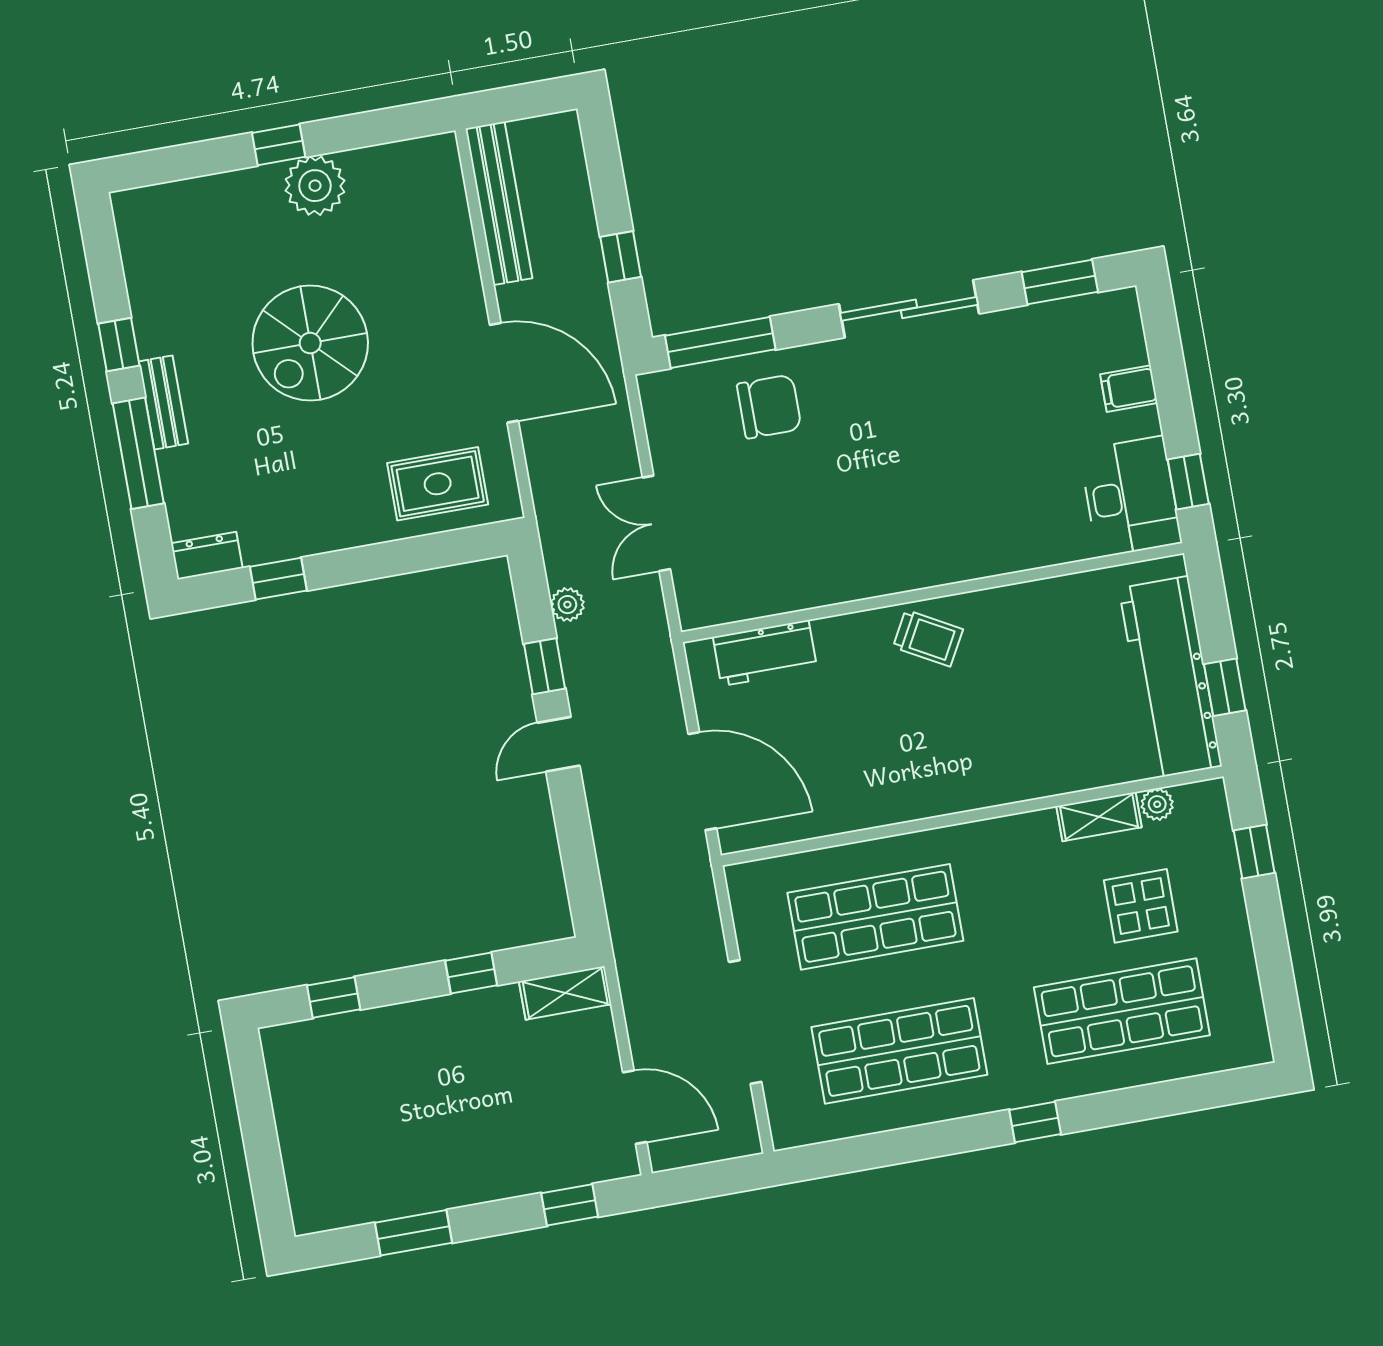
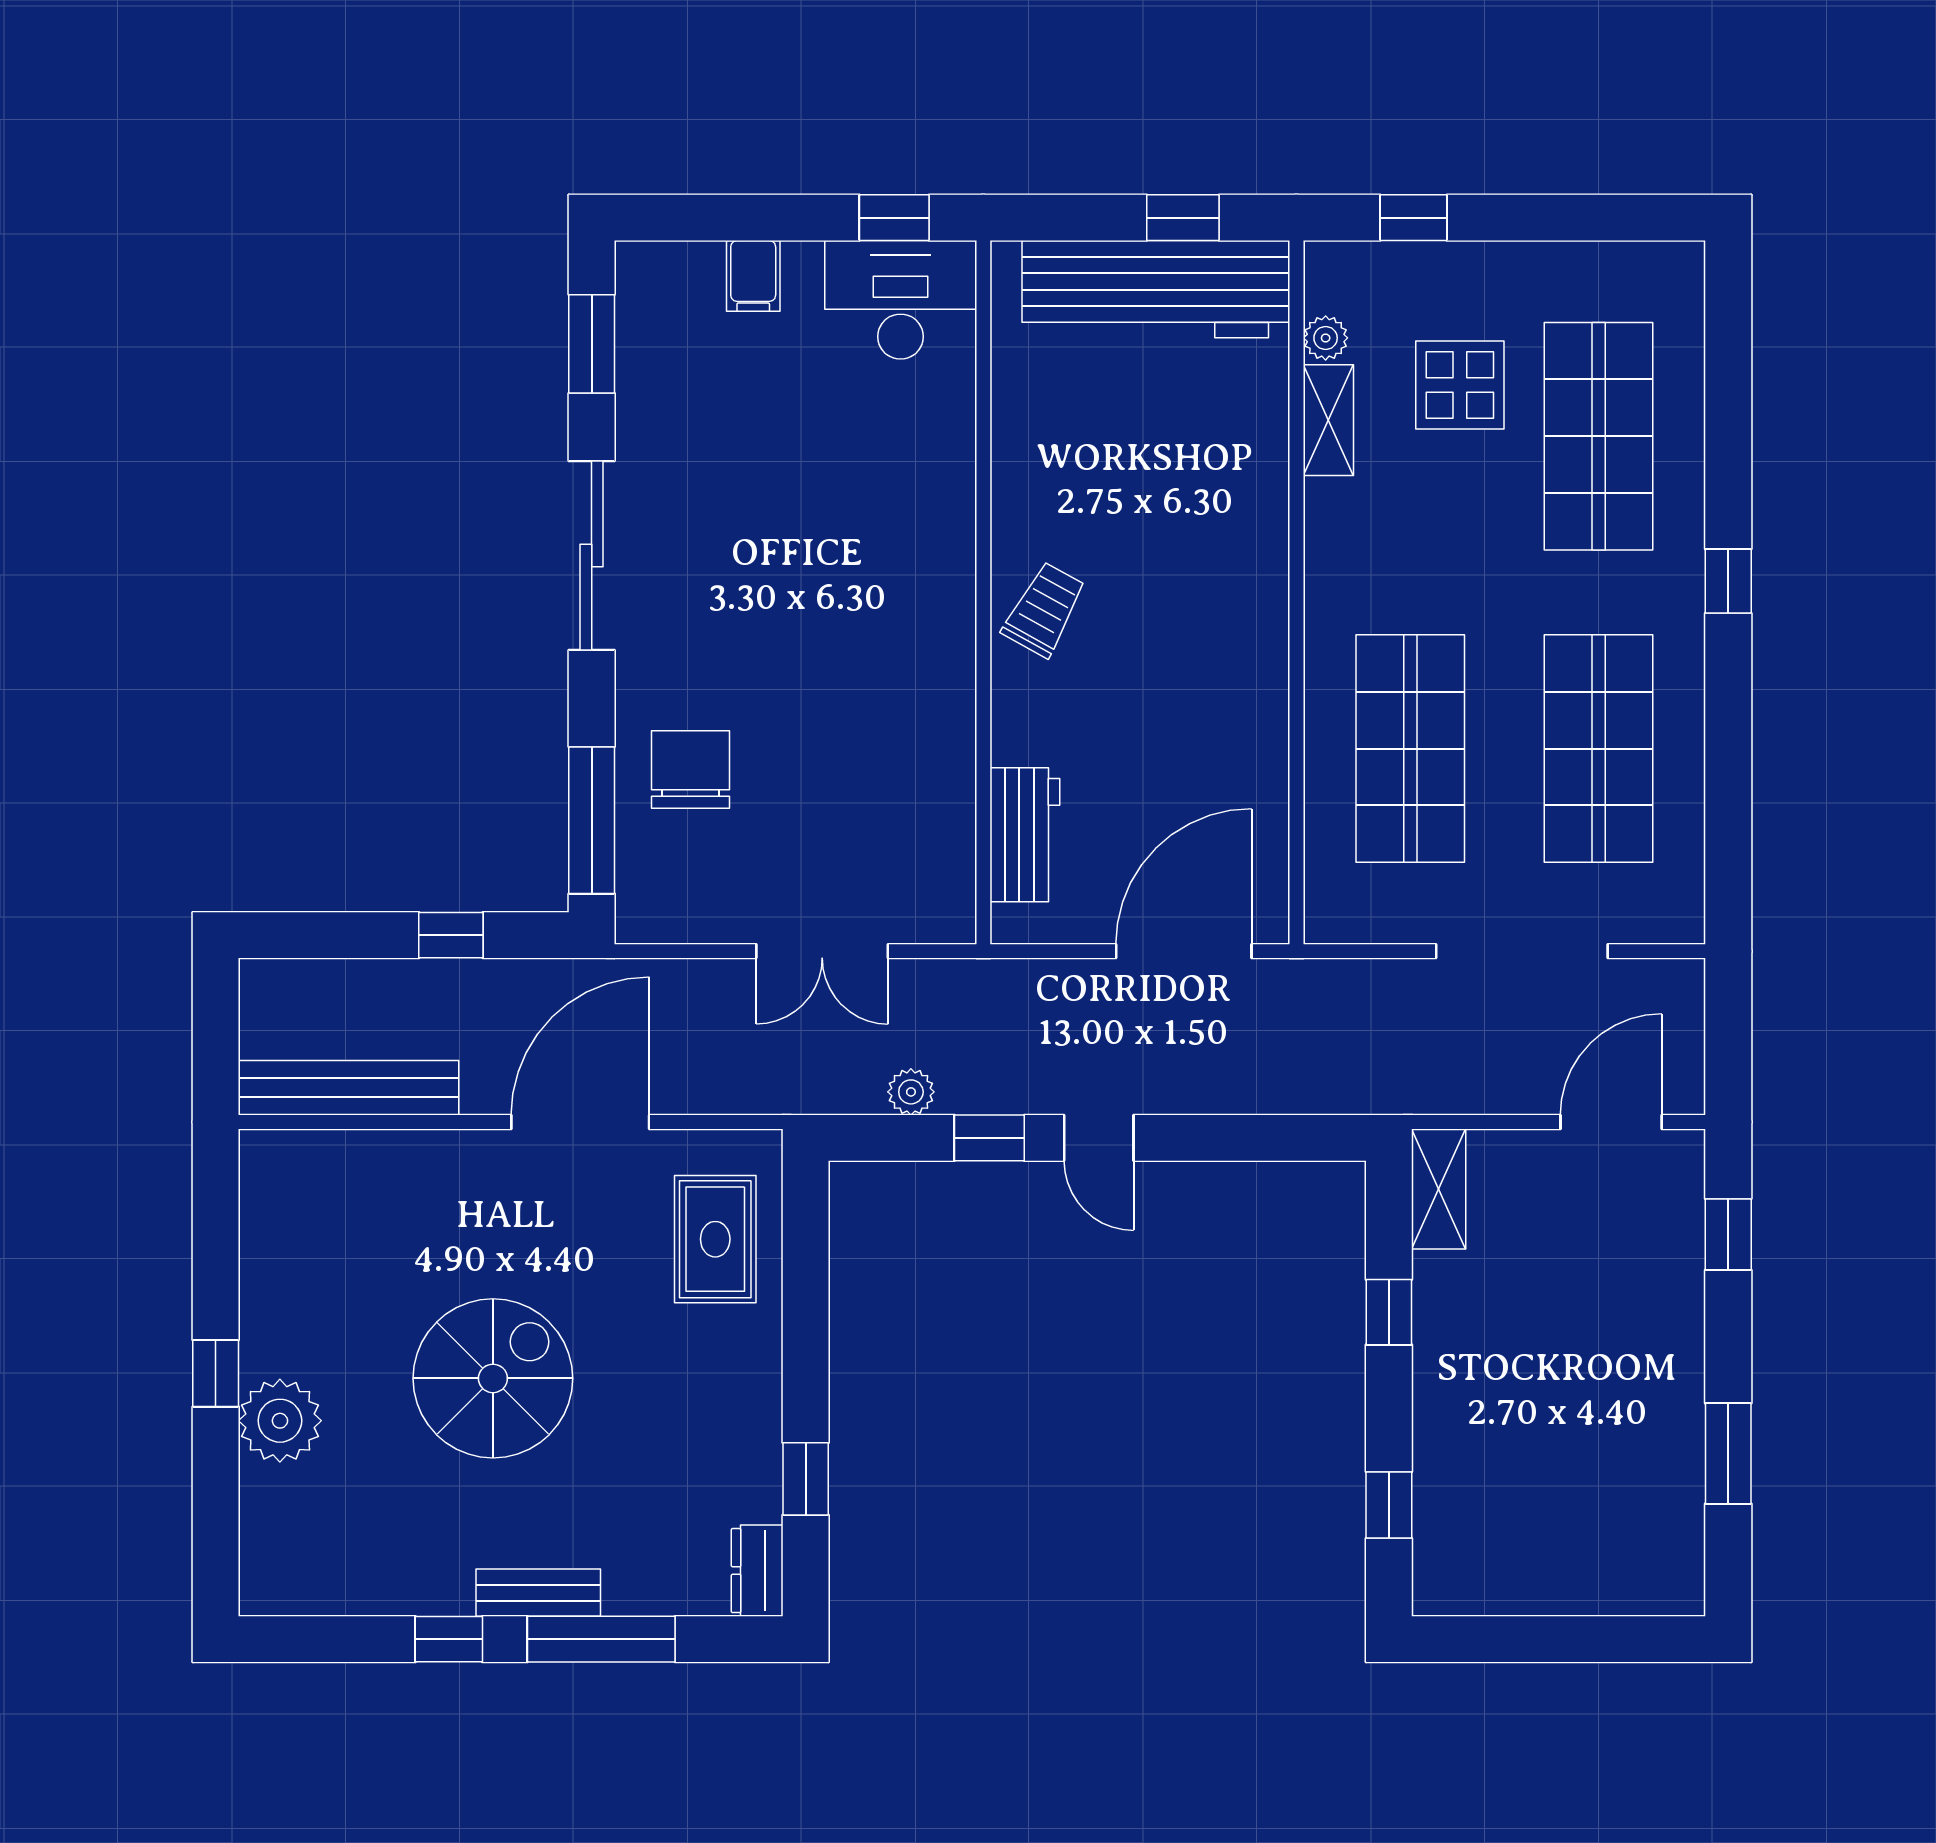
plant: (315, 186) -> (280, 1421), moved
spiral stairs: (310, 343) -> (493, 1378), turned -90

